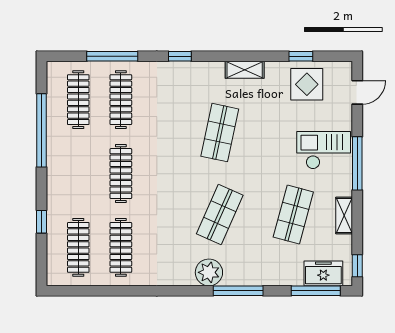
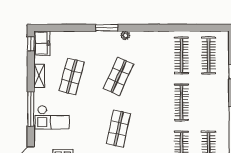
plant: (209, 272) -> (125, 35), width x0.53, depth x0.53
freezer: (323, 273) -> (42, 43), moved, turned -90
window: (238, 291) -> (107, 28), width x0.69
window: (316, 291) -> (57, 28), removed

